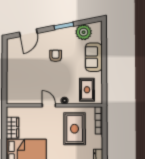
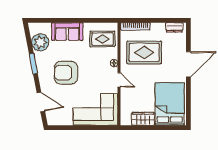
armchair: (56, 56) -> (66, 73), width x1.88, depth x1.88
corner sofa: (21, 83) -> (95, 109), added
door: (49, 105) -> (119, 80), swing flipped

